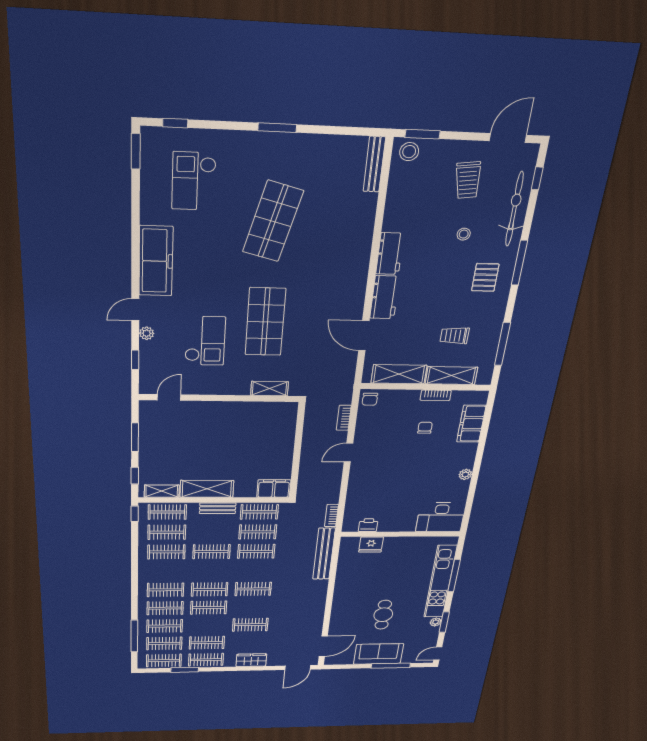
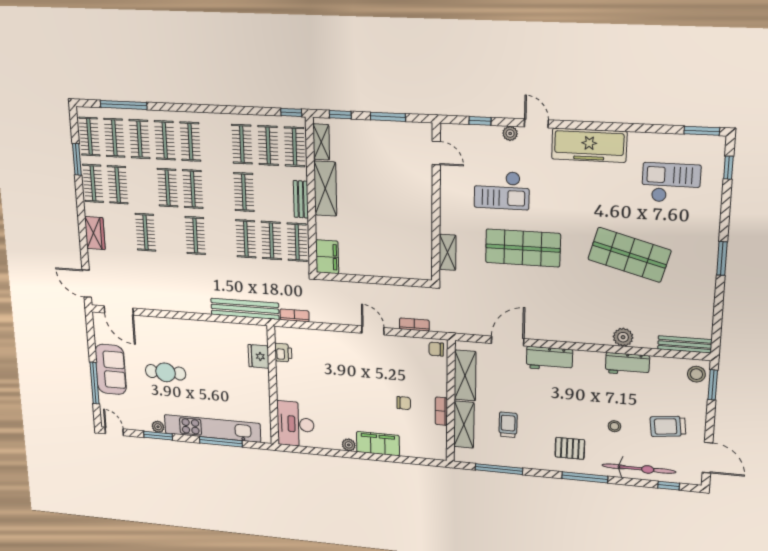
plant: (364, 227) -> (623, 337), added
workbench: (390, 254) -> (627, 364), moved
filing cabinet: (471, 424) -> (378, 444), moved

